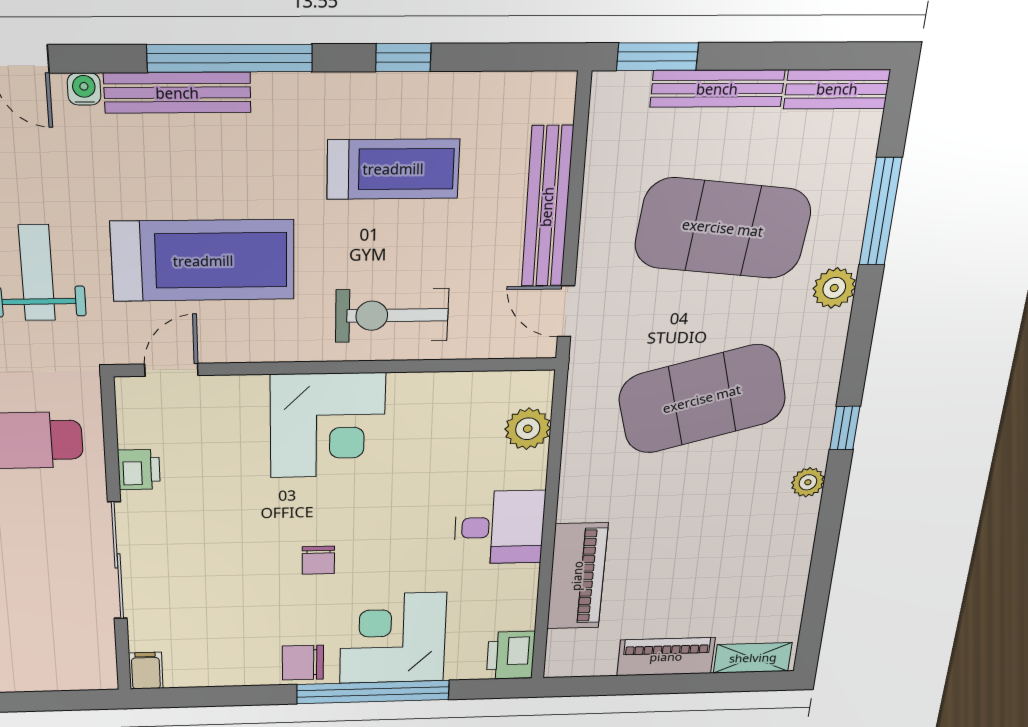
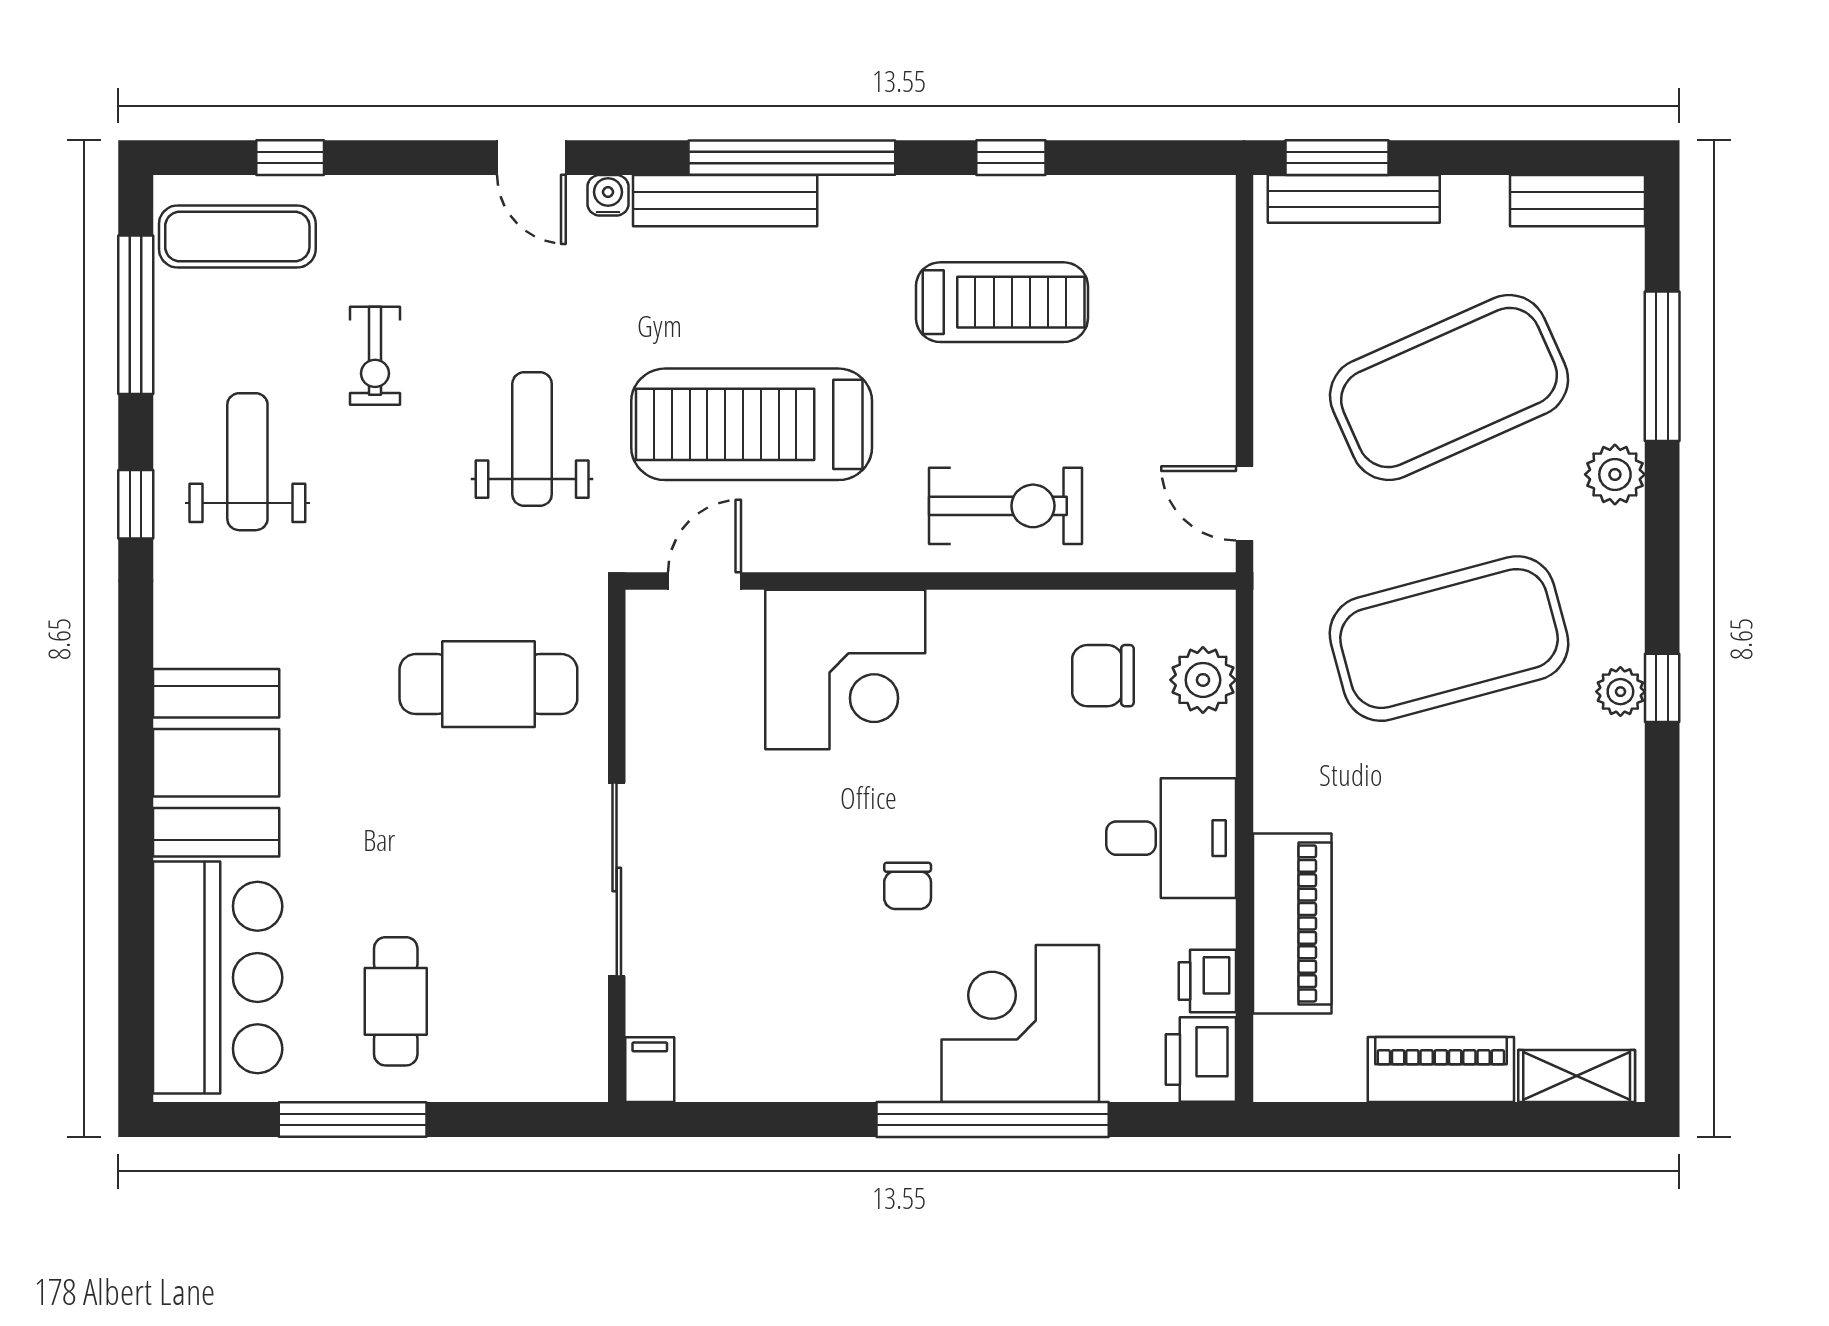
bench: (717, 89) -> (1354, 199), moved
bench: (547, 207) -> (1208, 355), removed
exercise mat: (723, 228) -> (1449, 388), turned -30
treadmill: (203, 261) -> (752, 424), turned 180
exercise bike: (392, 315) -> (1006, 506), turned 180
corner desk: (328, 426) -> (845, 669), moved
printer: (139, 470) -> (1207, 981), moved, turned 180
plant: (808, 482) -> (1620, 692), moved
chair: (303, 663) -> (1103, 676), moved

